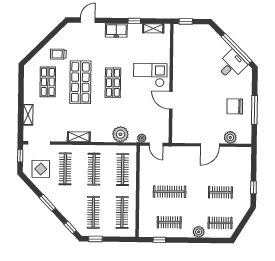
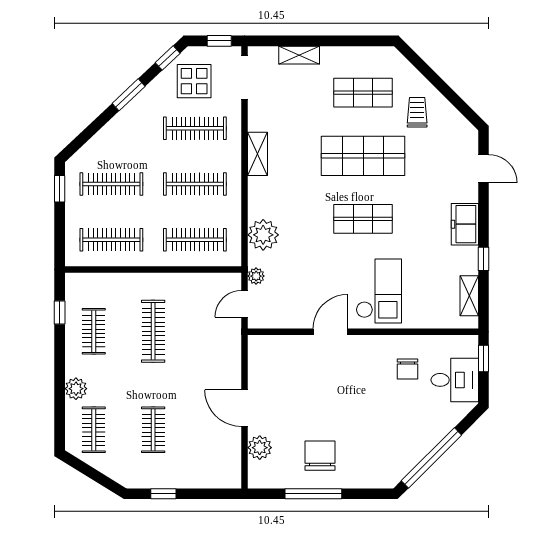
chair: (191, 61) -> (408, 369), added
desk: (232, 65) -> (455, 380), moved, turned -45
window: (70, 227) -> (168, 58), moved

